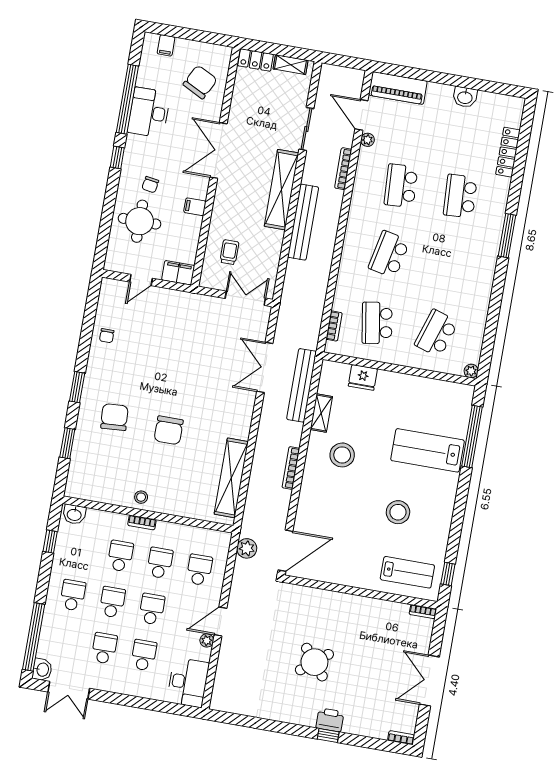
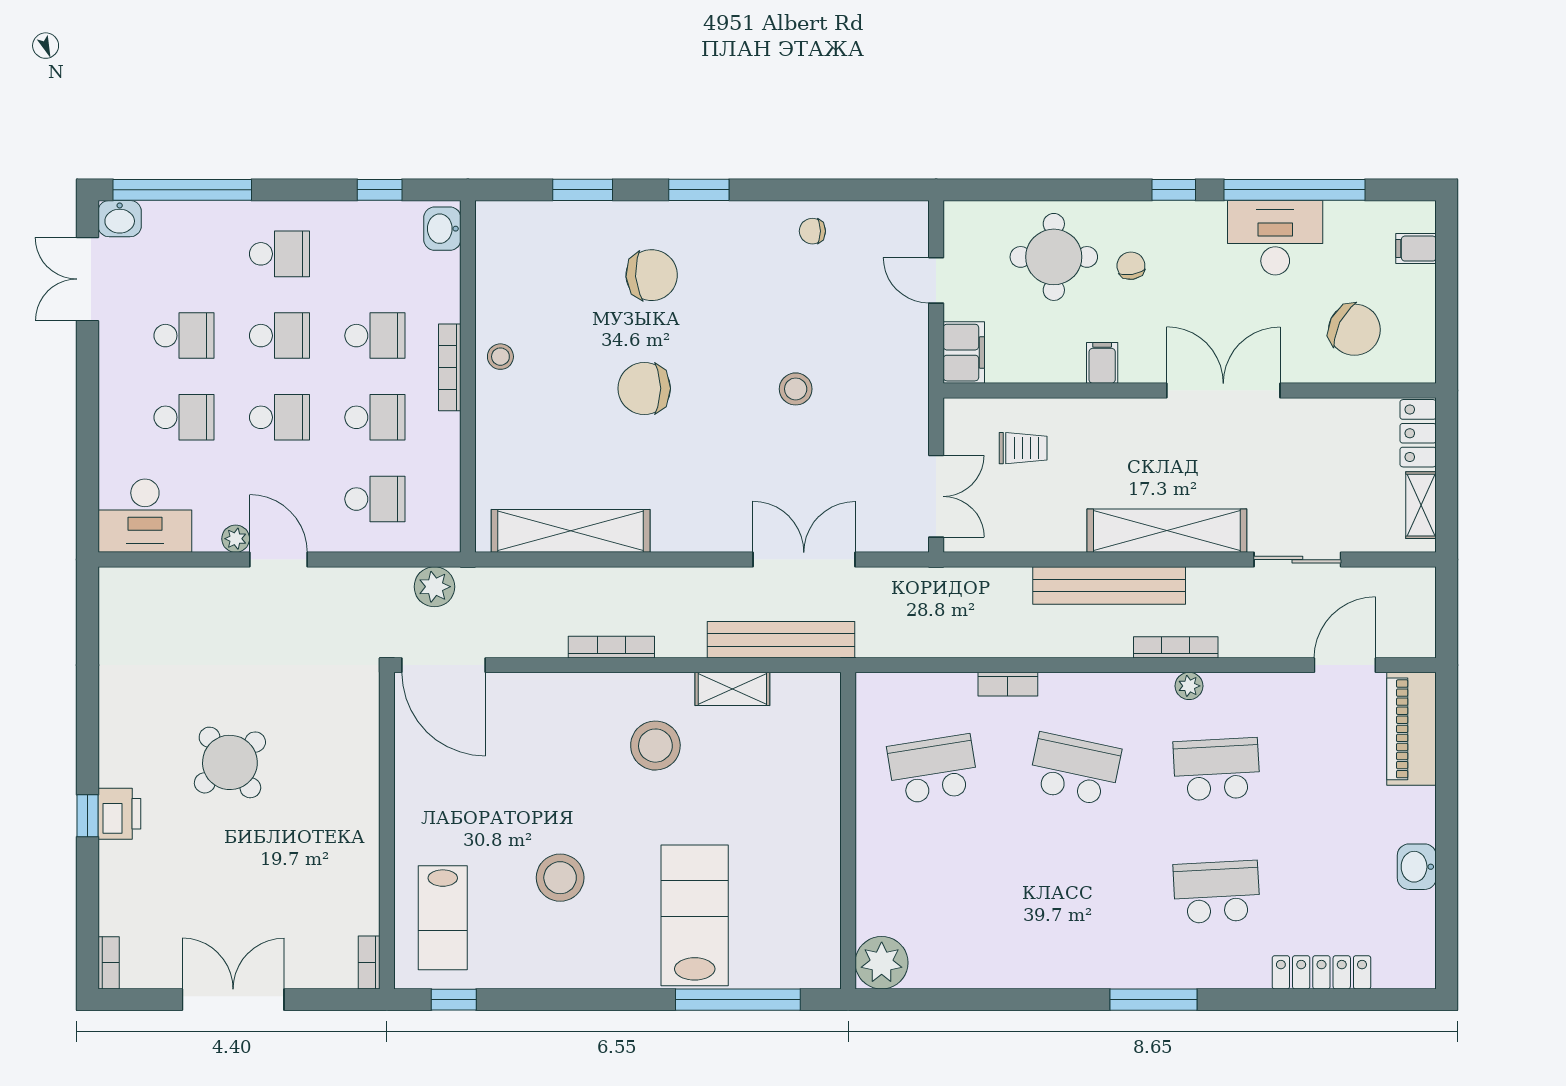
plant: (367, 140) -> (1189, 686), moved
bookcase: (343, 169) -> (1176, 647), moved
chair: (150, 185) -> (1131, 266), turned 72
bookcase: (334, 326) -> (1008, 684), moved
school desk: (436, 333) -> (933, 892), removed
stool: (182, 357) -> (796, 389), added
plant: (471, 371) -> (882, 963), width x1.88, depth x1.88
fridge: (363, 377) -> (818, 760), removed
bookcase: (142, 523) -> (450, 367), width x1.56

